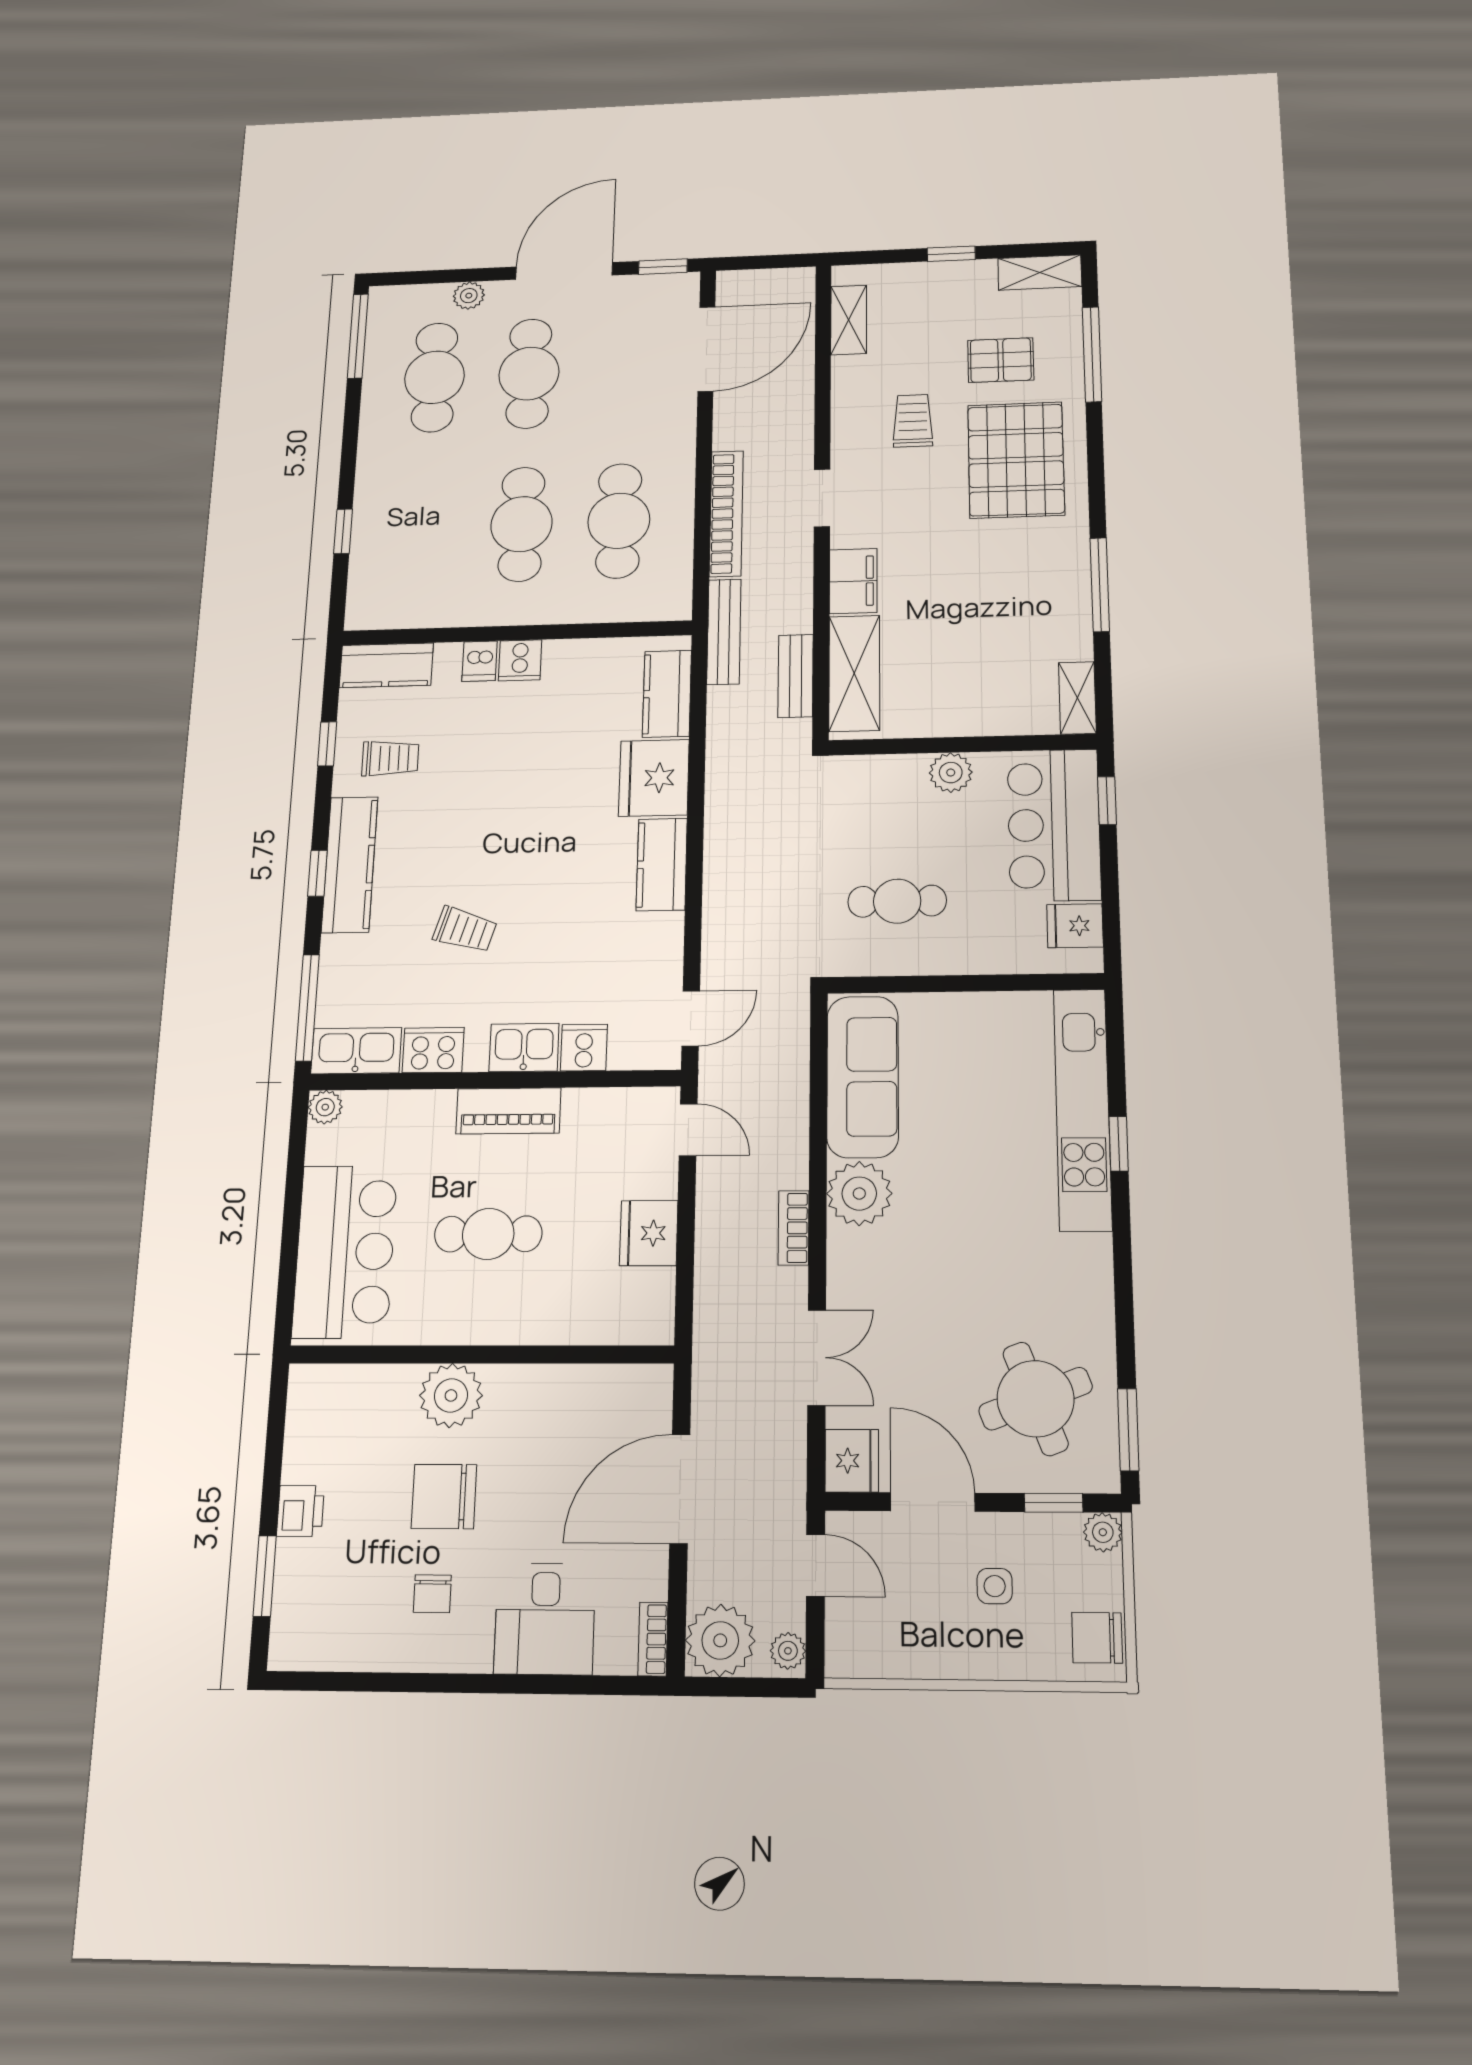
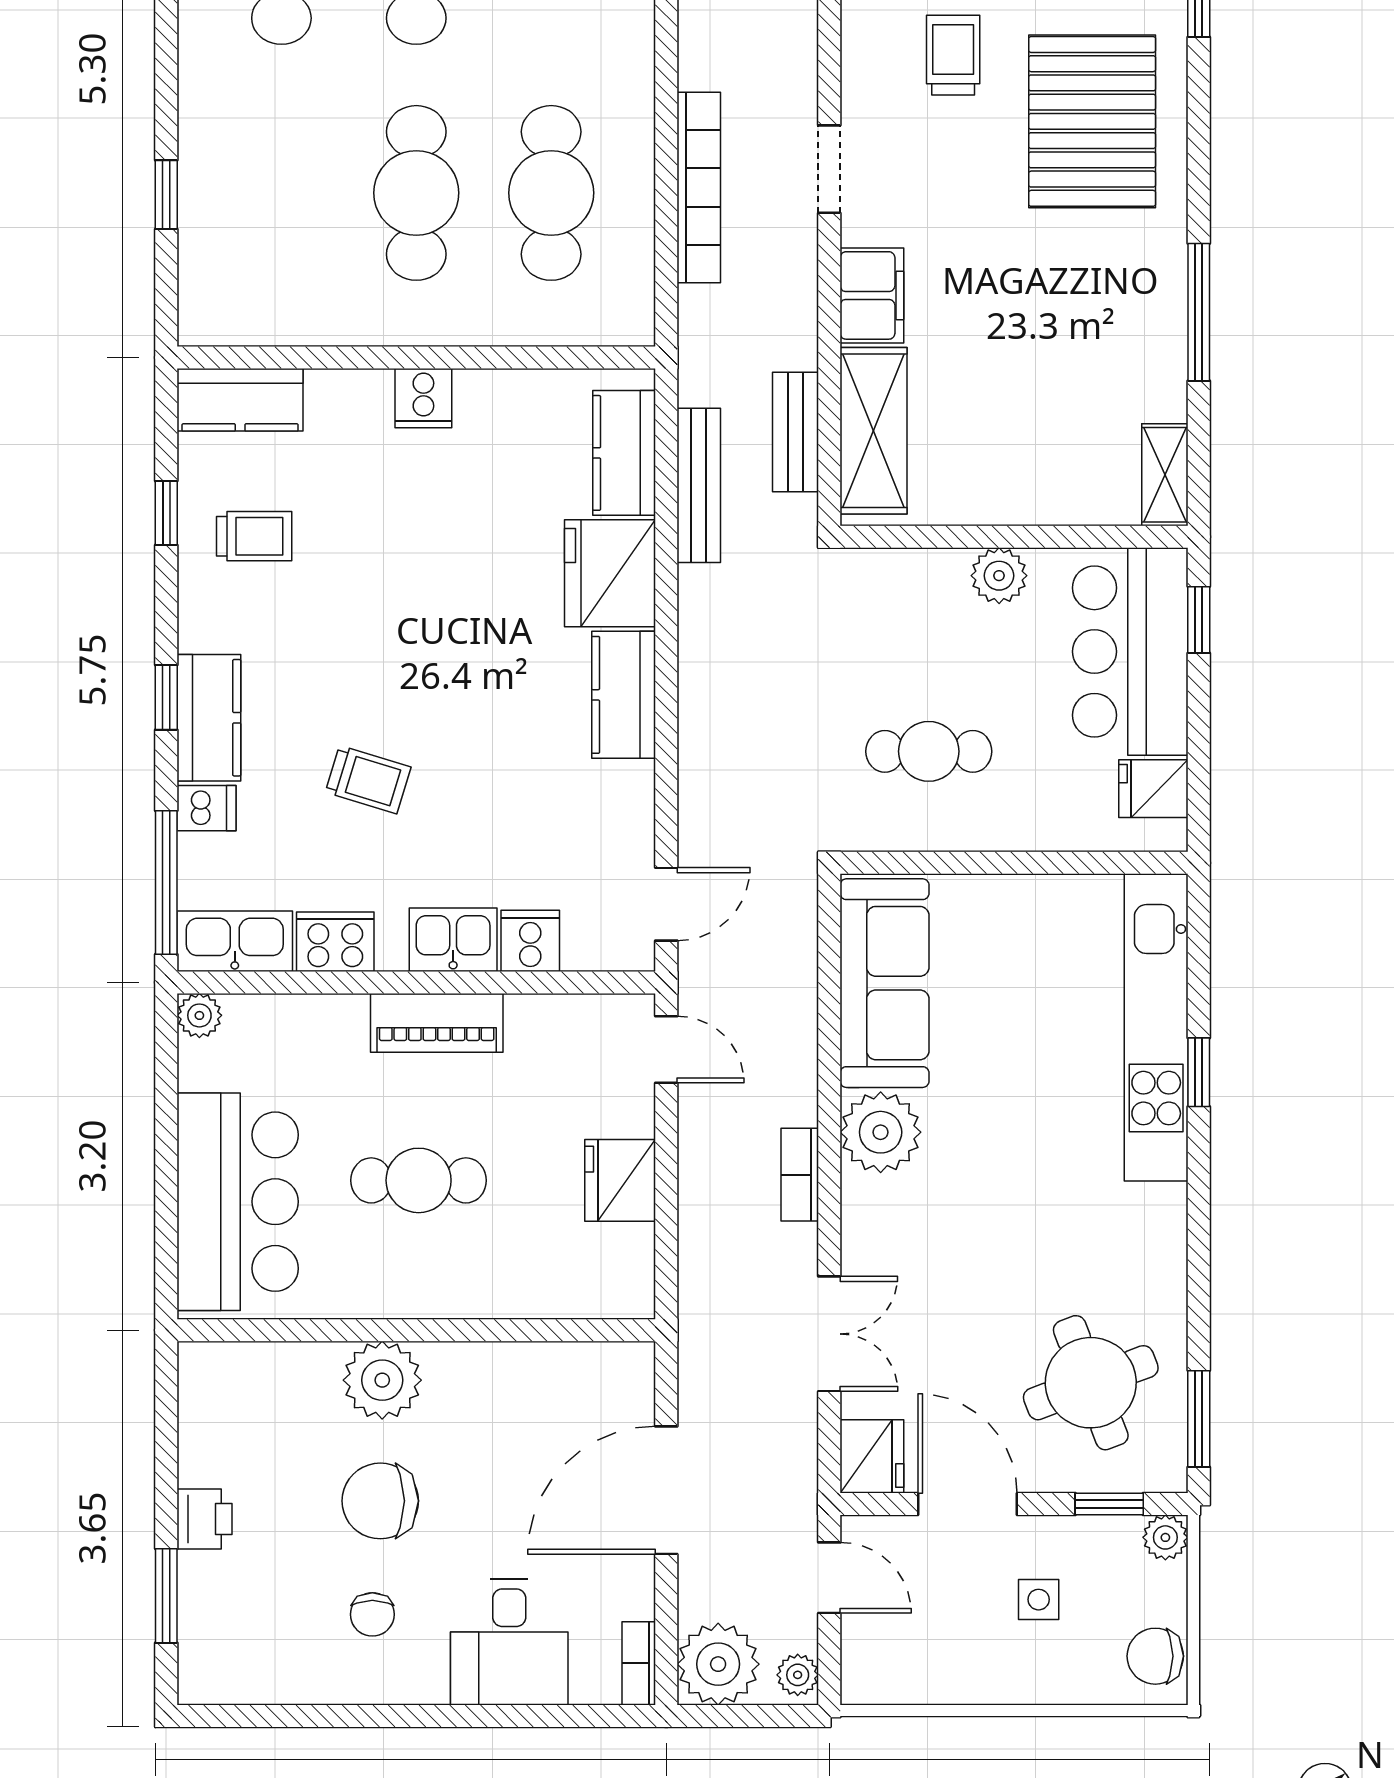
bench: (724, 632) -> (699, 485), moved
dishwasher: (480, 661) -> (207, 808), moved, turned -90
kitchen counter: (350, 864) -> (209, 718), width x0.67

